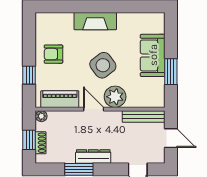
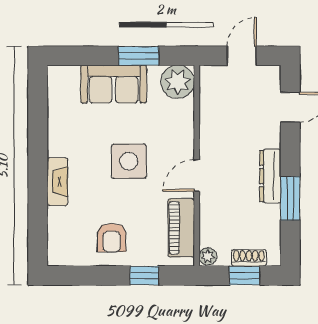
fireplace: (95, 21) -> (57, 182), width x0.73, depth x0.76
side table: (103, 65) -> (129, 161), turned 37
plant: (115, 97) -> (178, 82), moved
bench: (144, 116) -> (208, 98), removed

